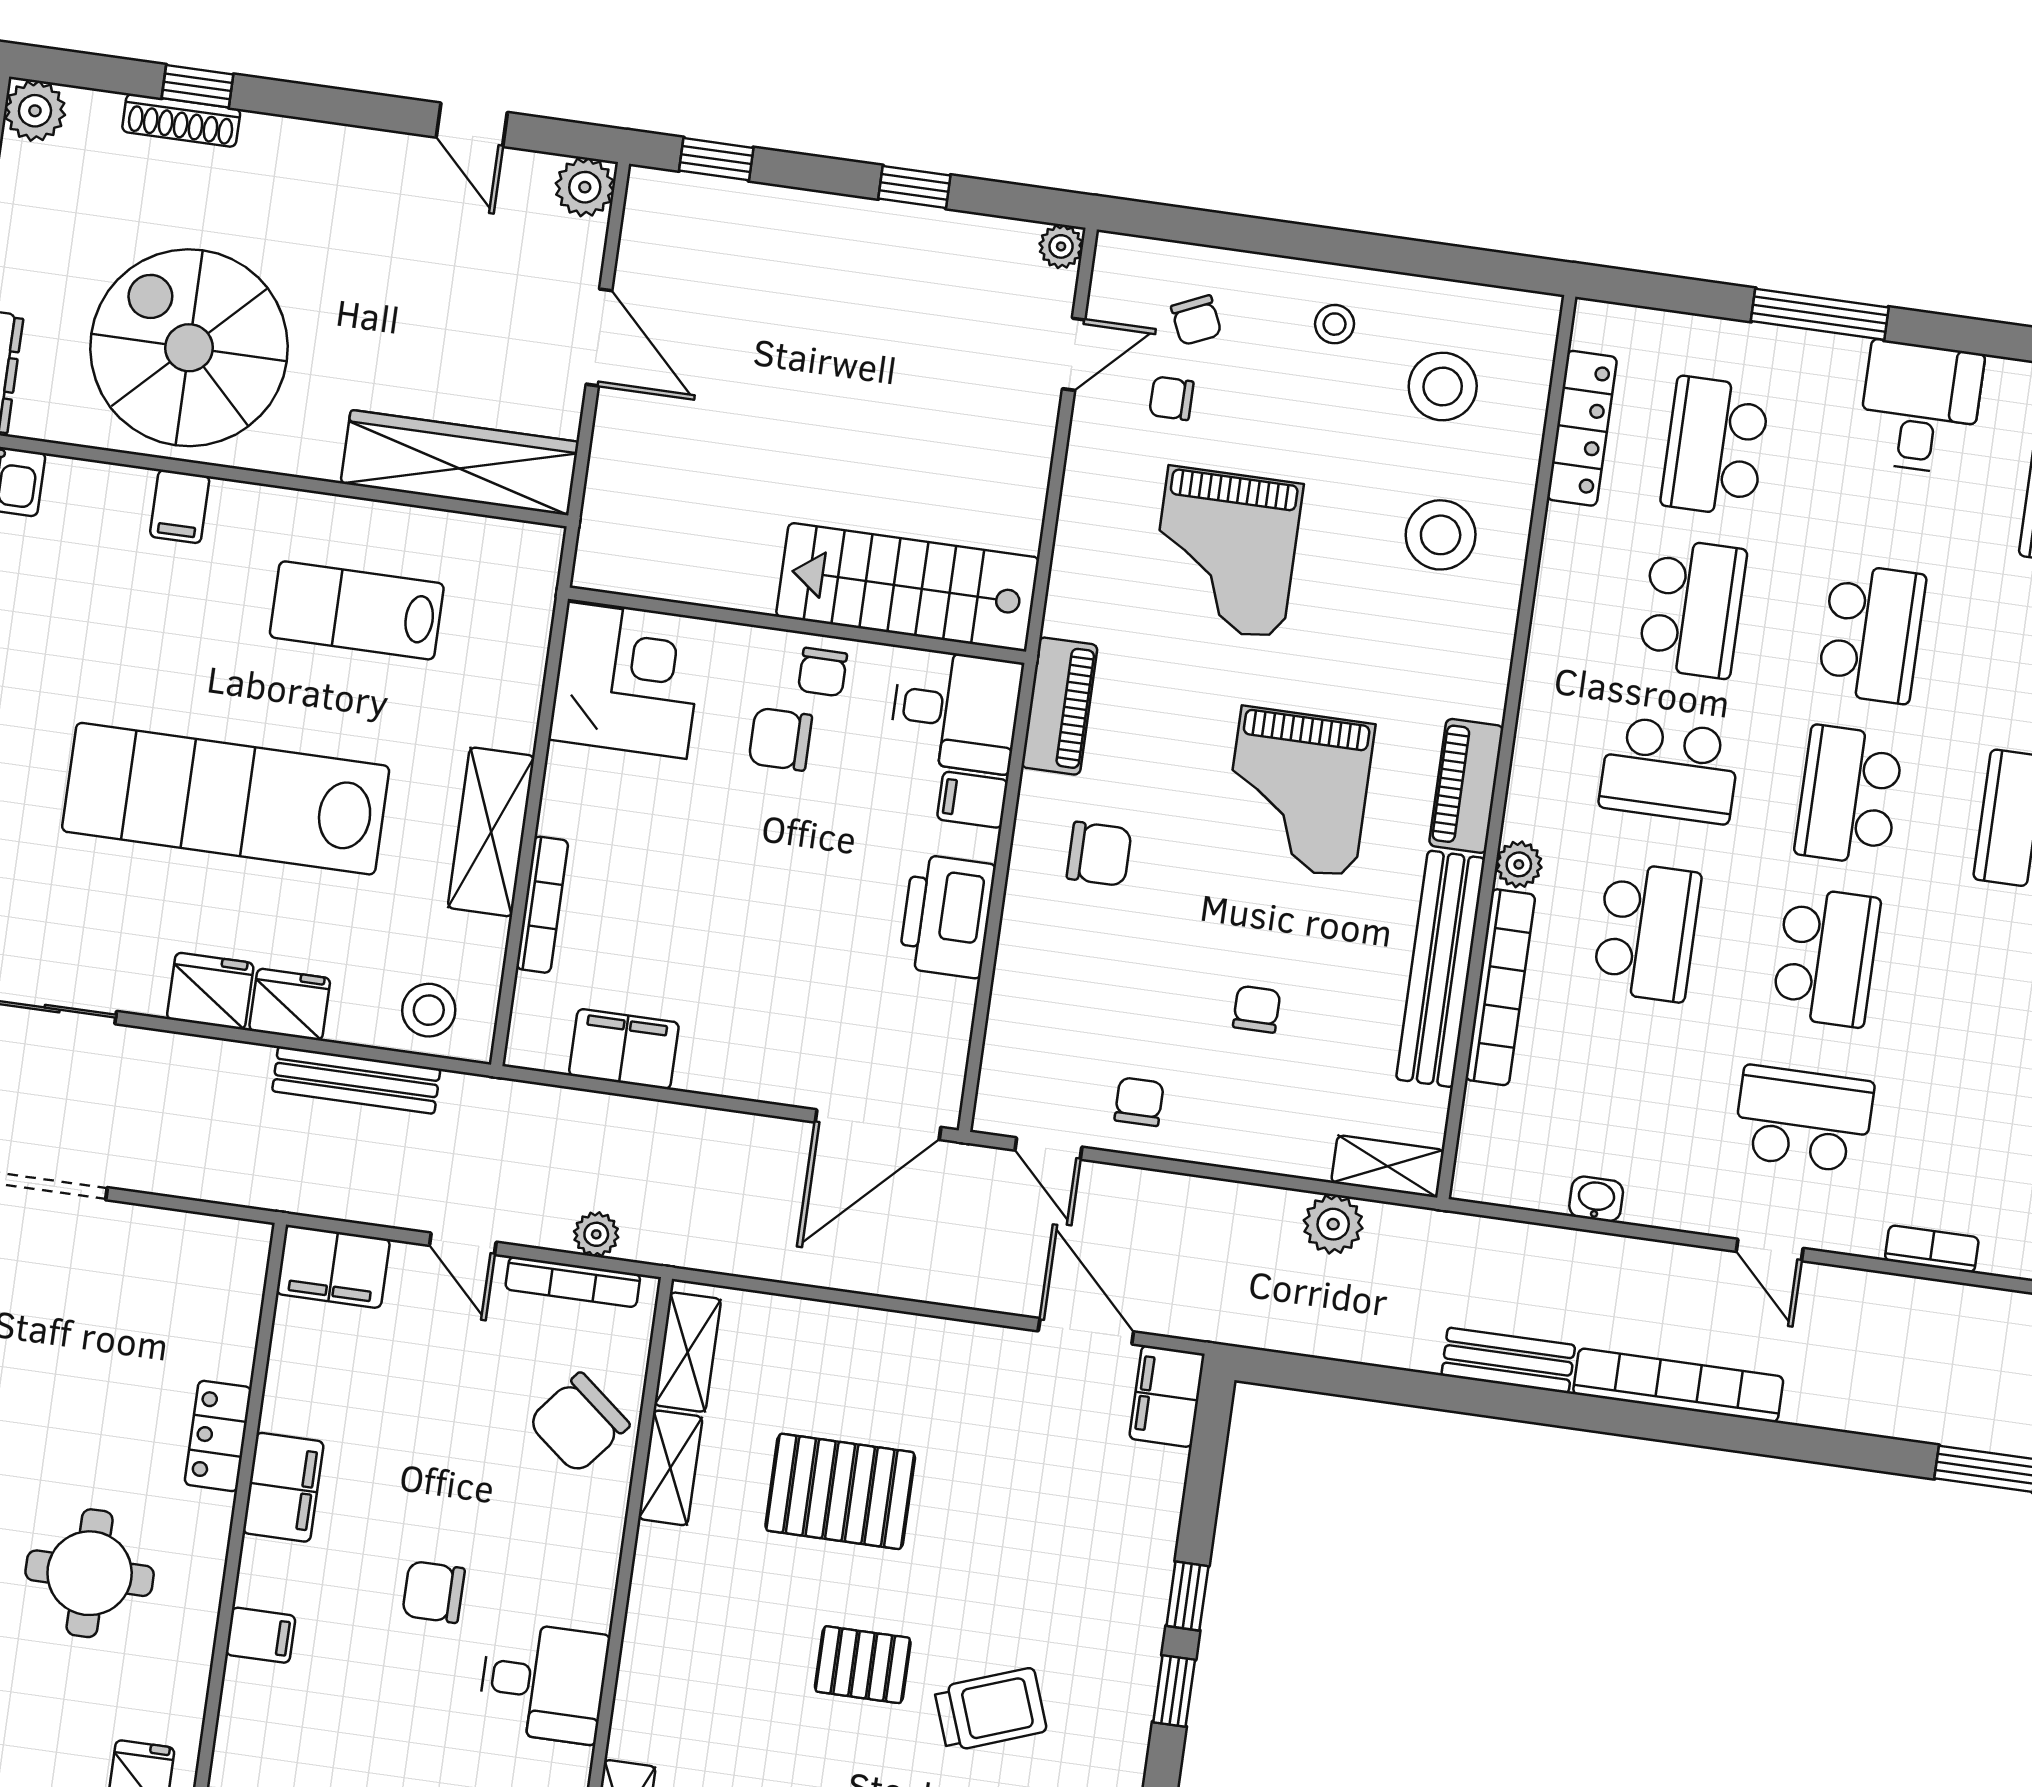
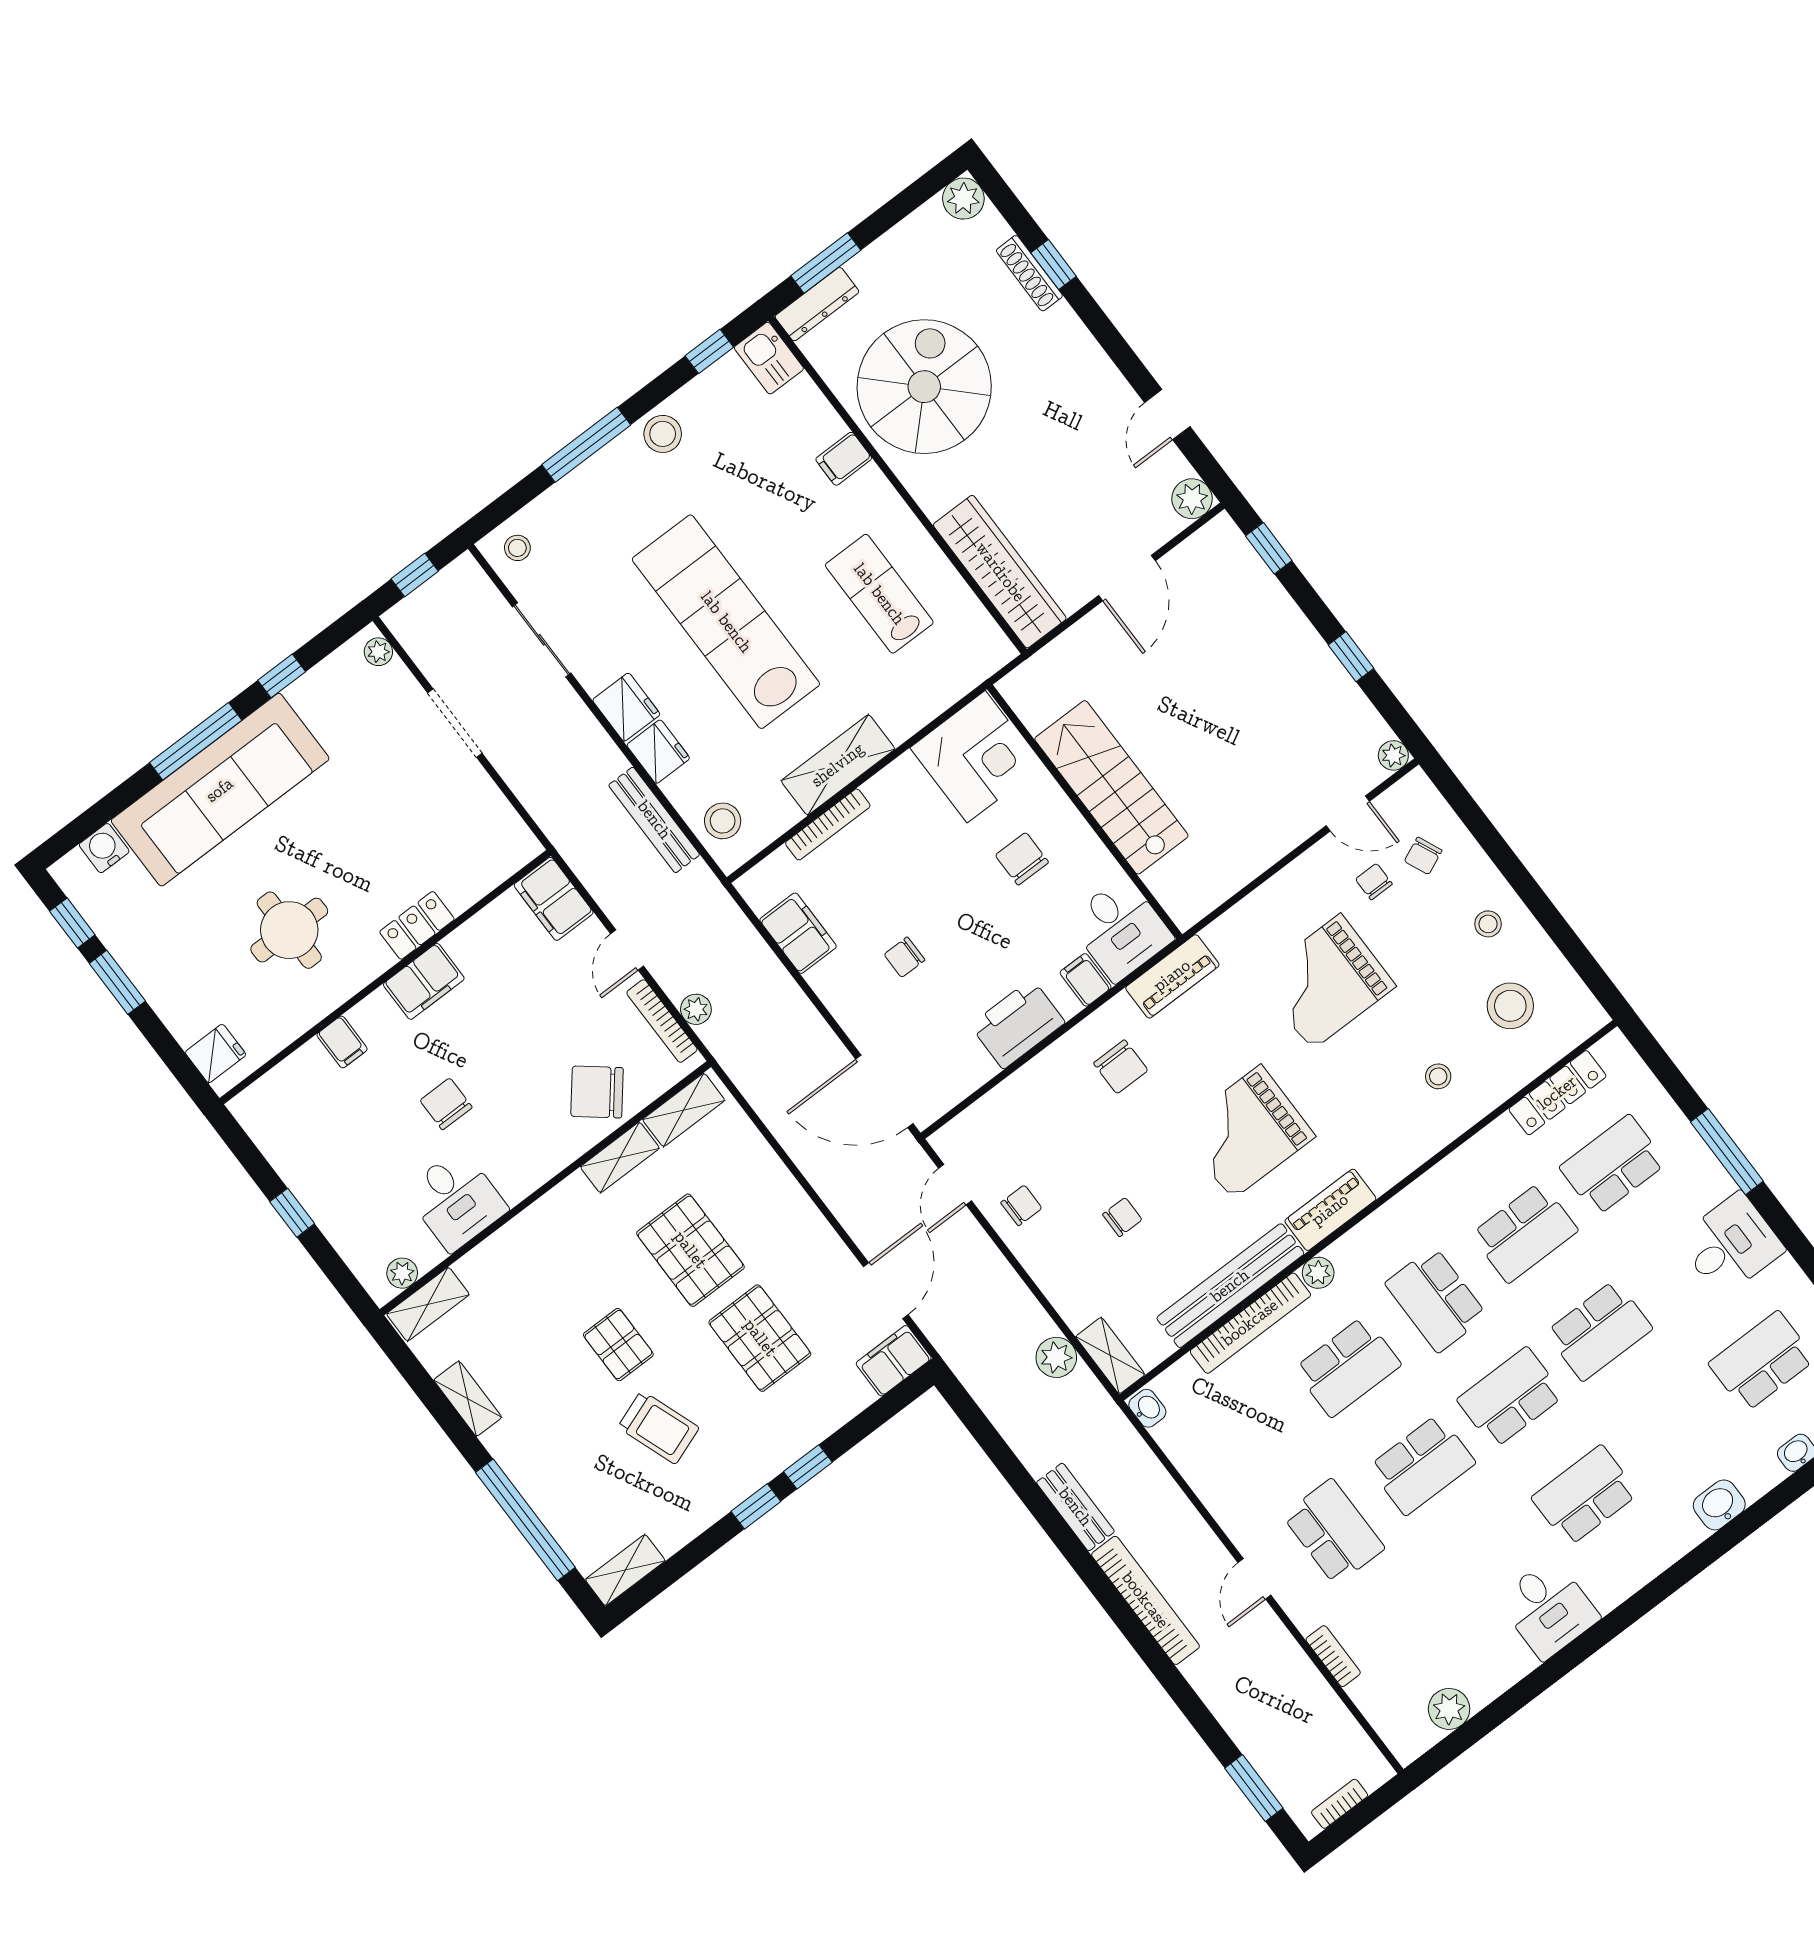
stool: (1441, 535) -> (1438, 1076), width x0.53, depth x0.53
stairs: (908, 587) -> (1111, 787), moved
chair: (823, 672) -> (904, 957), moved
washbasin: (1596, 1199) -> (1147, 1408), moved
pallet: (1004, 1511) -> (760, 1338), added

